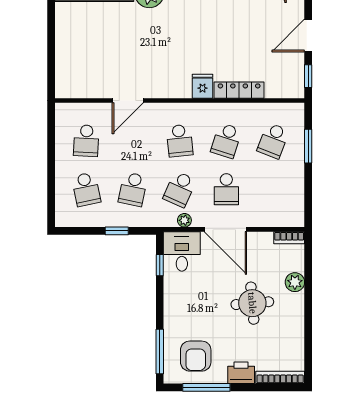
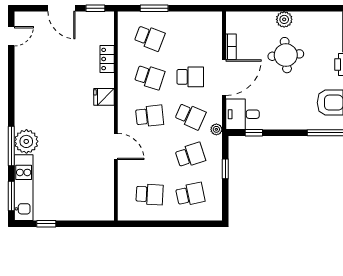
window: (51, 17) -> (46, 224), added
locker: (239, 90) -> (107, 59), width x0.66
door: (128, 100) -> (116, 146), moved
school desk: (133, 189) -> (190, 155), turned -30
plant: (184, 220) -> (216, 129), moved
bookcase: (289, 238) -> (231, 47), moved
plant: (295, 282) -> (284, 19), moved

